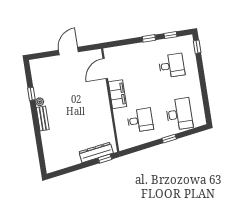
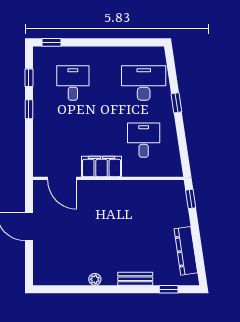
window: (31, 94) -> (169, 289), moved
bench: (43, 119) -> (135, 279), moved
dresser: (96, 152) -> (186, 251), moved

